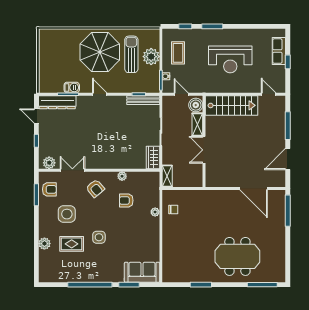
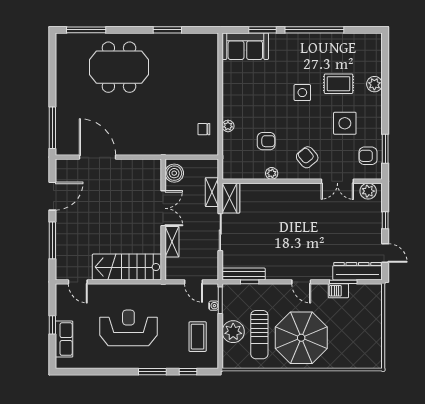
boiler: (196, 105) -> (174, 173), moved
shelving: (167, 176) -> (212, 192), moved

